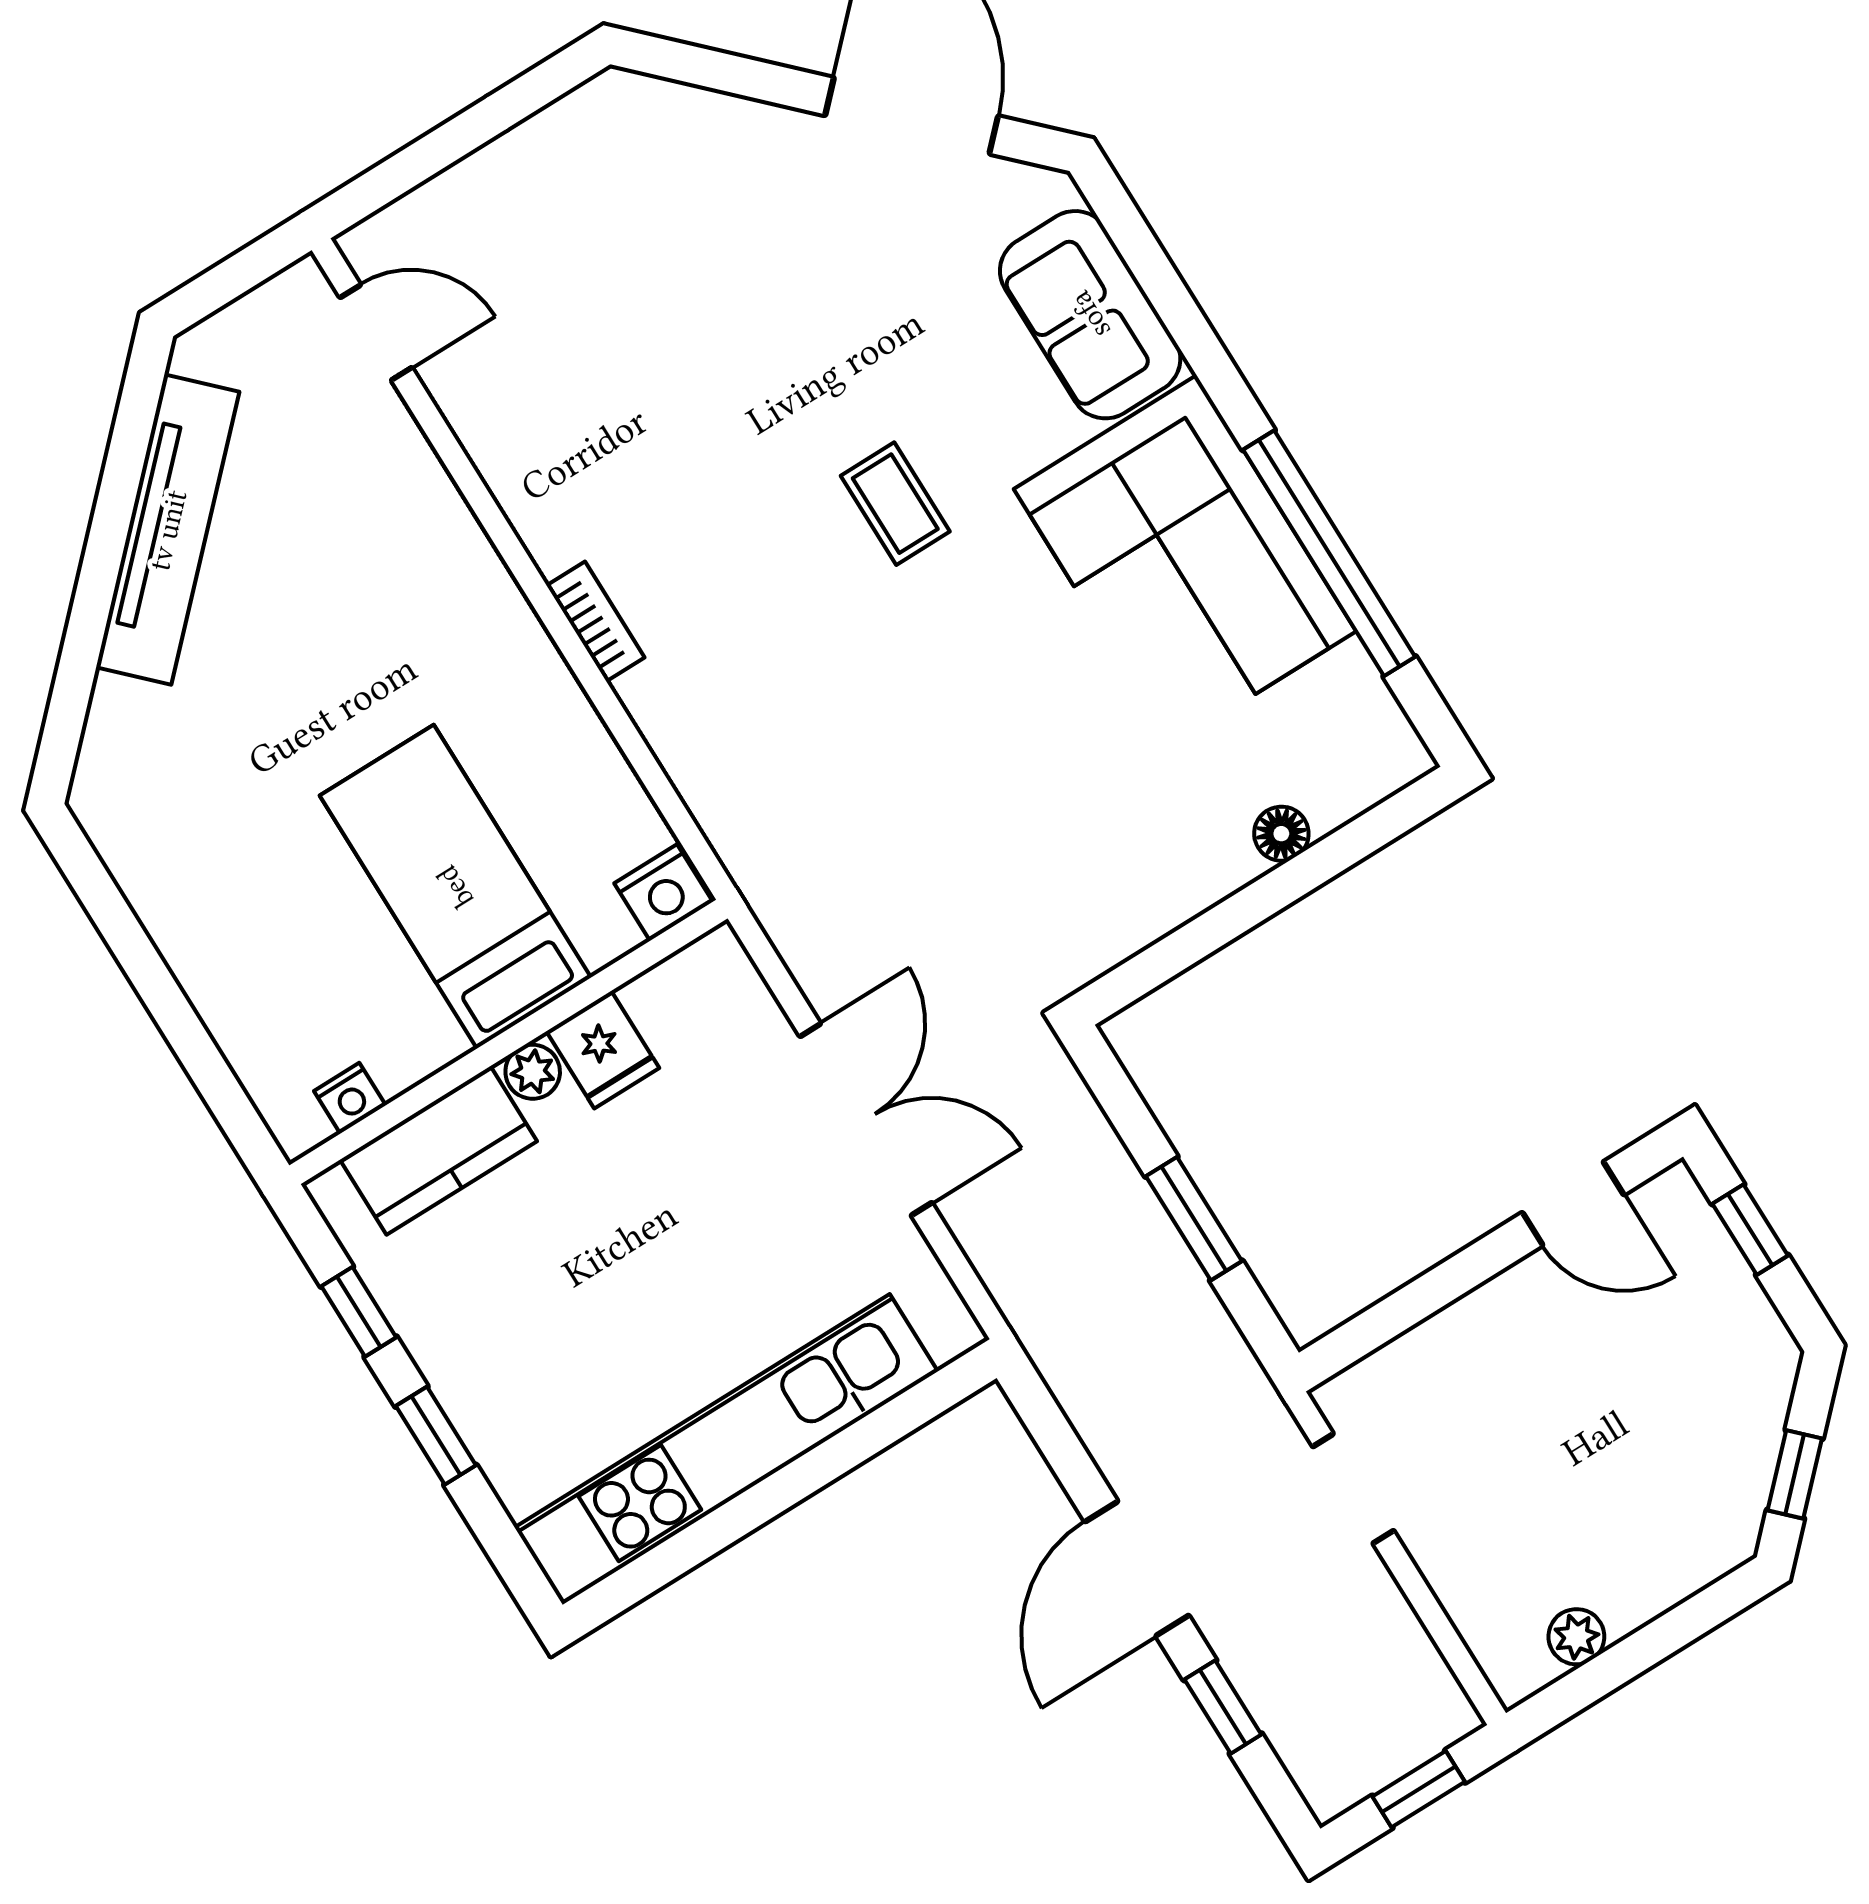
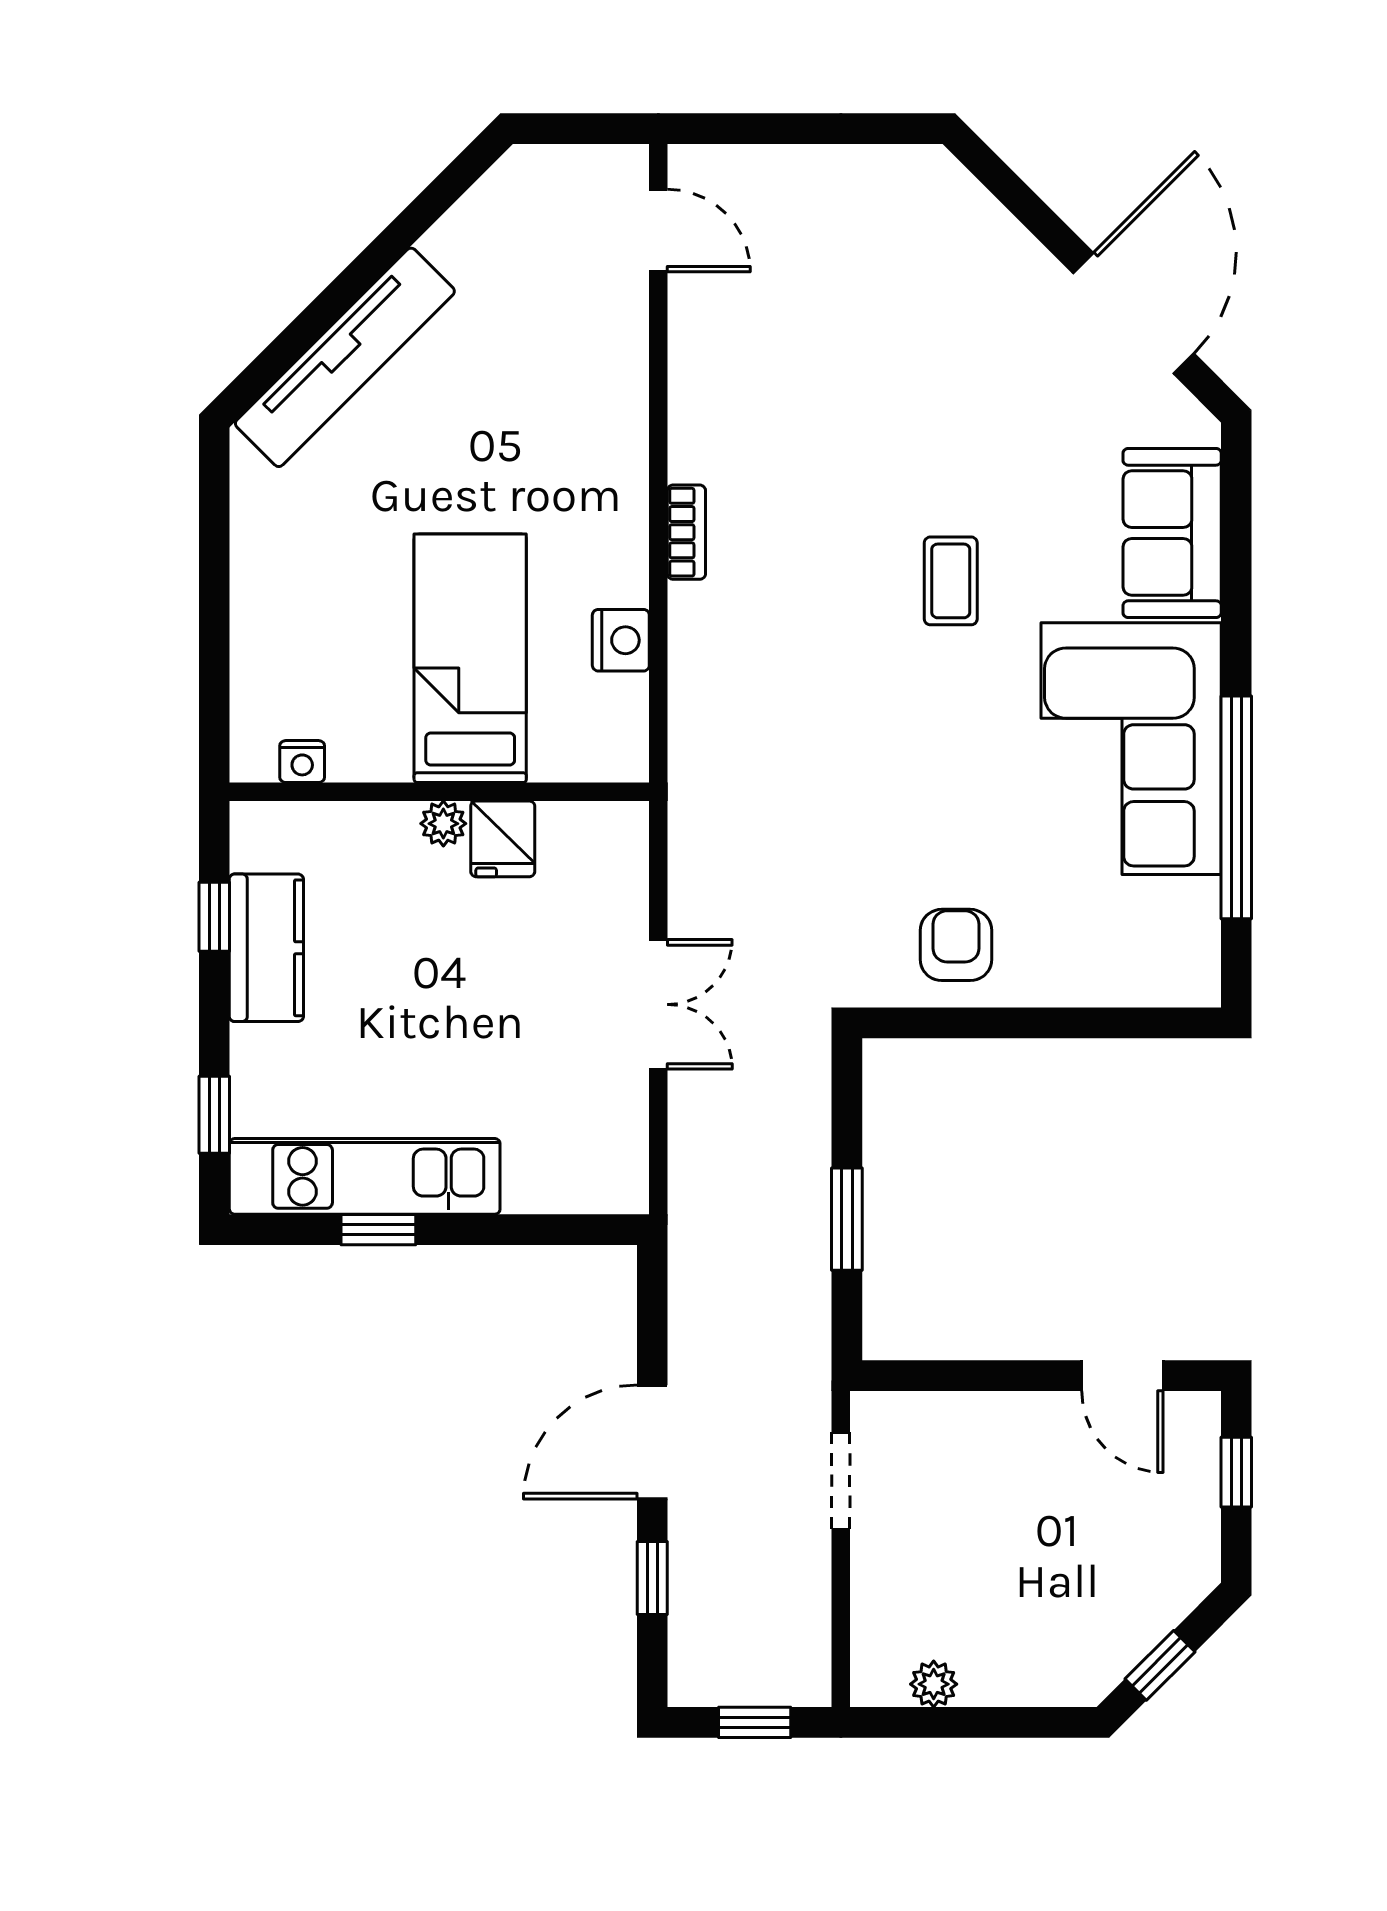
tv unit: (168, 530) -> (345, 357), moved
floor lamp: (1281, 834) -> (1079, 985), removed
armchair: (1131, 871) -> (956, 945), added
nightstand: (663, 893) -> (621, 640), moved, turned -90
double door: (866, 1120) -> (658, 1004), width x0.73
kitchen counter: (438, 1151) -> (266, 948), moved, turned -90
window: (436, 1436) -> (214, 1115), moved
kitchen unit: (726, 1449) -> (365, 1176), width x0.73
window: (724, 1526) -> (378, 1230), added

